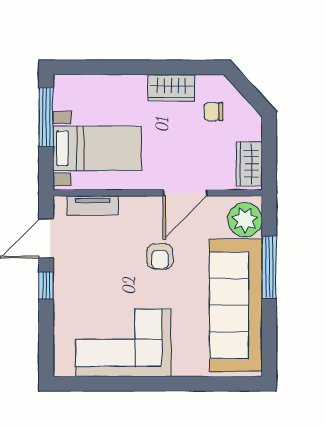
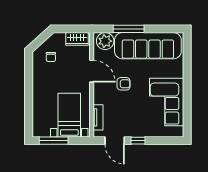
wardrobe: (171, 88) -> (39, 78), removed

